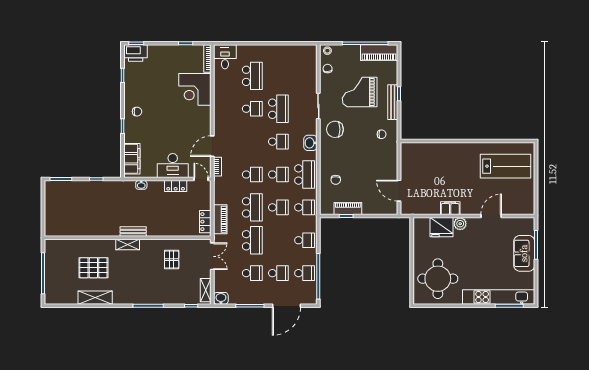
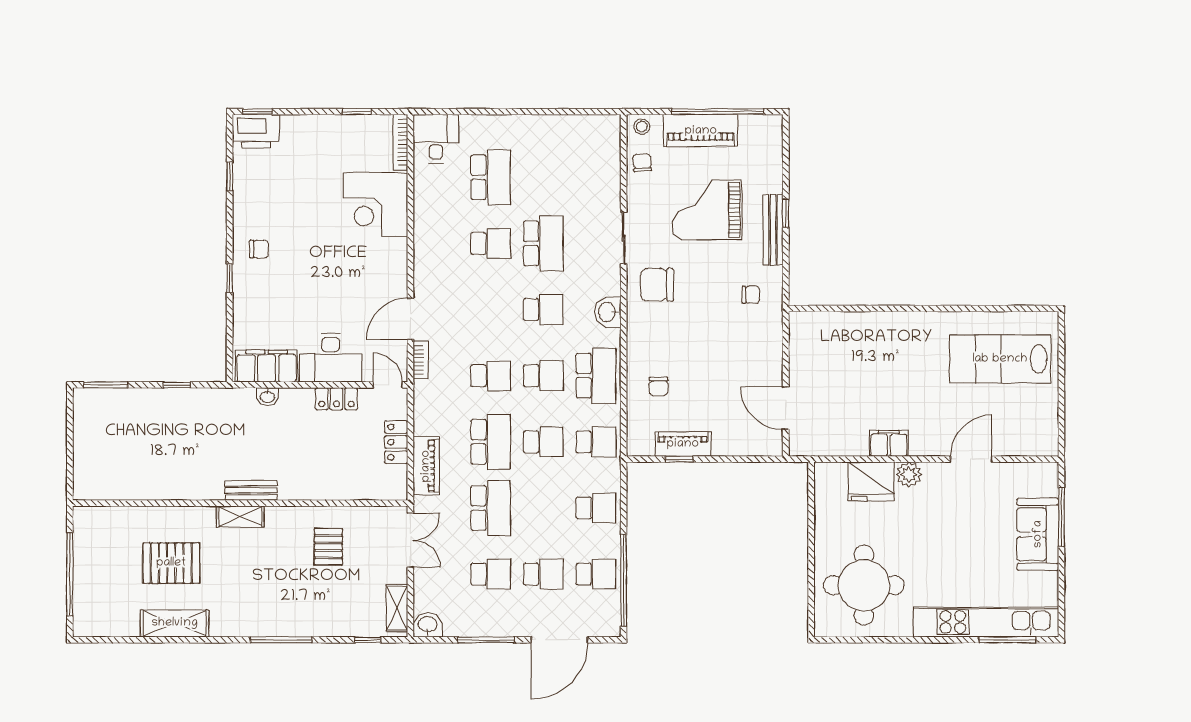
piano: (379, 53) -> (701, 131), moved
filing cabinet: (132, 159) -> (267, 366), moved, turned -90
lab bench: (506, 166) -> (1000, 359), turned 180
locker: (205, 222) -> (396, 442), moved

